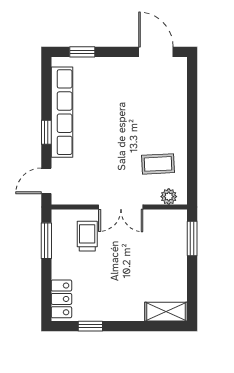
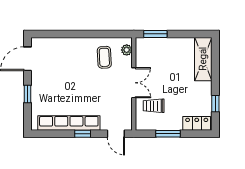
window: (82, 52) -> (28, 94), moved
window: (46, 241) -> (168, 134), moved
shelving: (166, 312) -> (203, 59), width x1.50, depth x1.33

